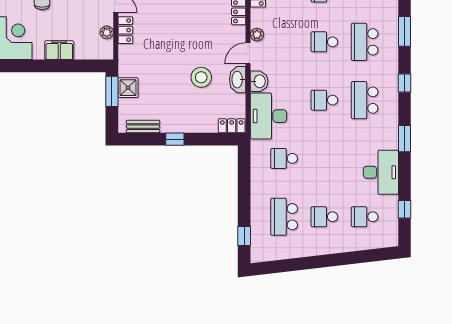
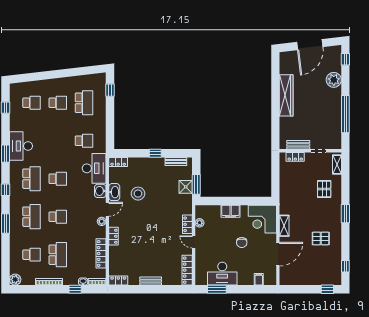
desk: (381, 172) -> (21, 146), moved

